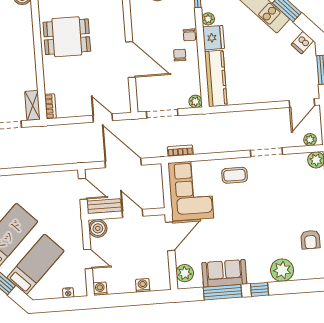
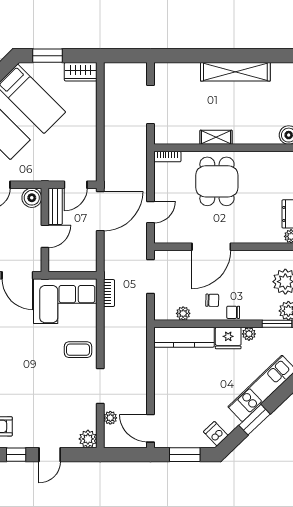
dining table: (67, 37) -> (217, 181), moved
plant: (195, 101) -> (183, 313), moved
shelving: (33, 105) -> (216, 137), moved
plant: (310, 140) -> (110, 418), moved
door: (123, 163) -> (100, 211), moved
coffee table: (235, 175) -> (78, 350), turned 90

